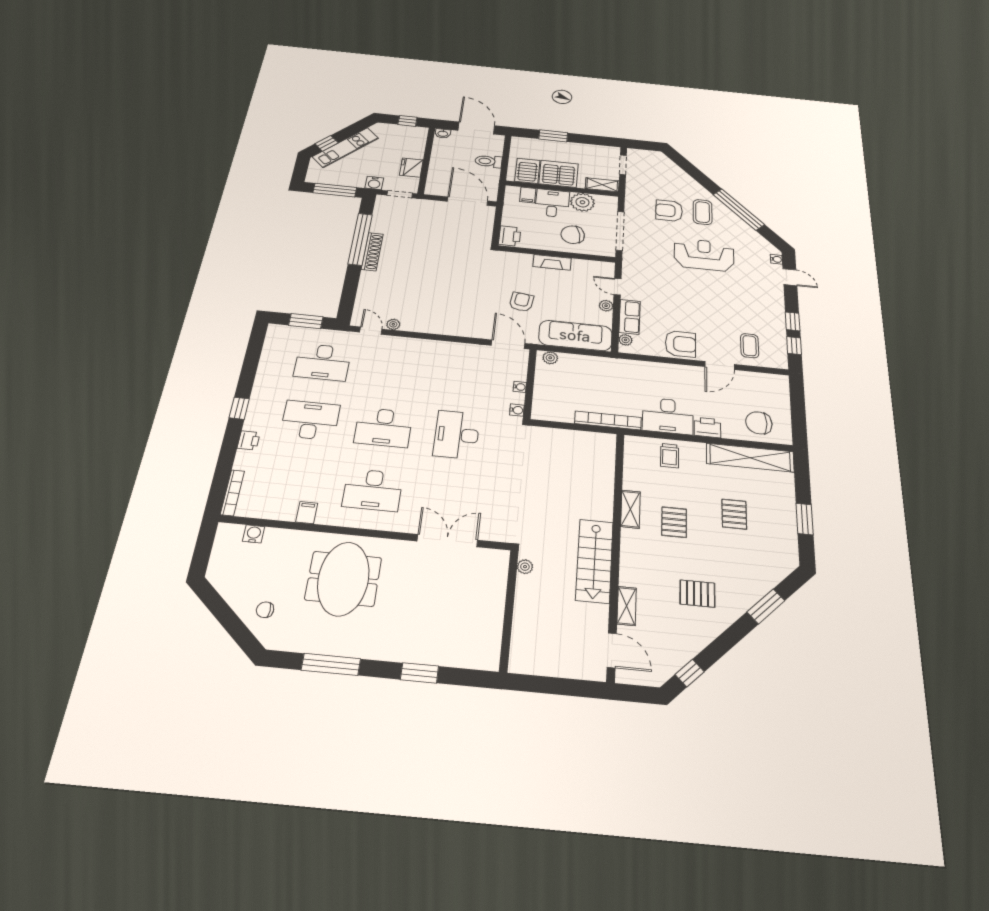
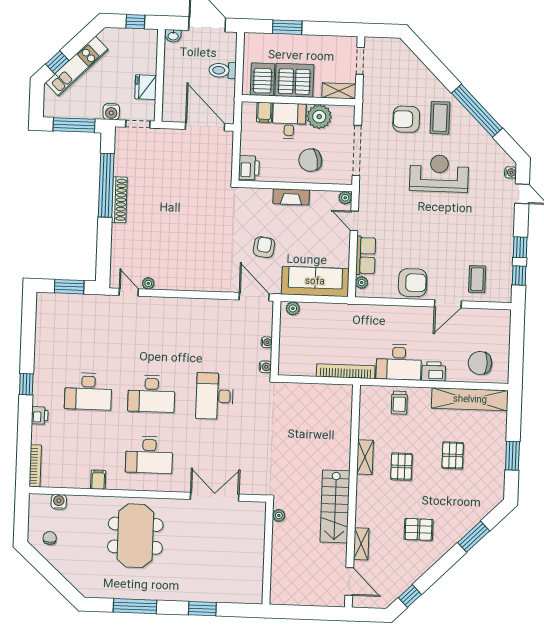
plant: (606, 306) -> (345, 198), moved
desk: (323, 362) -> (90, 330), removed
desk: (310, 420) -> (88, 391), turned 180
chair: (265, 610) -> (50, 538), moved, turned 90

